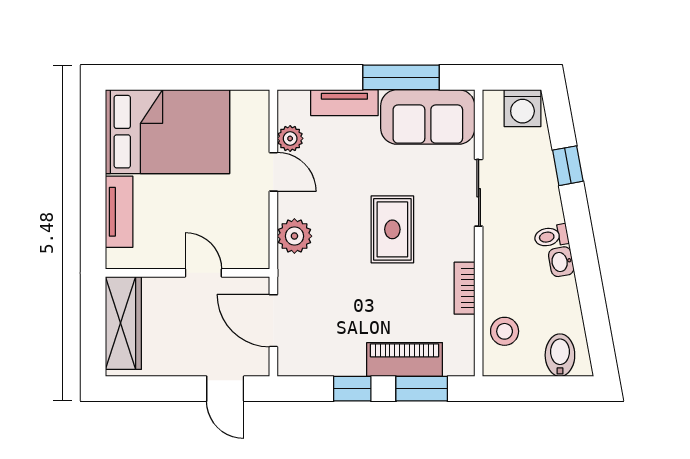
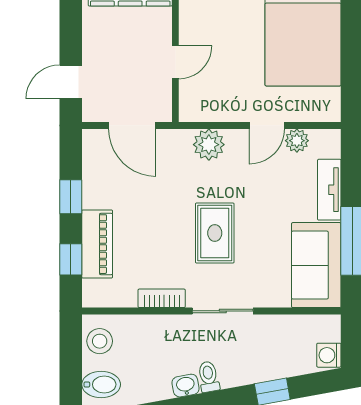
washing machine: (522, 108) -> (329, 355), width x0.73, depth x0.73
sliding door: (479, 193) -> (223, 311), moved
rug: (392, 229) -> (215, 233), turned 90
door: (273, 321) -> (132, 125), swing flipped
stool: (505, 331) -> (100, 341), moved
window: (422, 389) -> (71, 259), width x0.67

